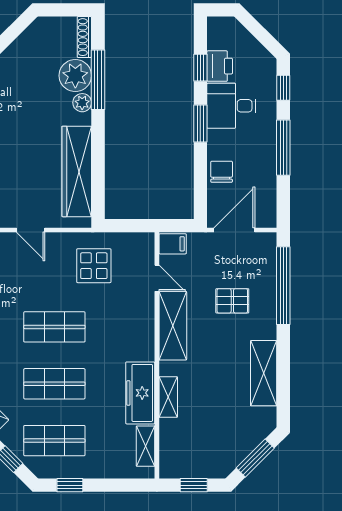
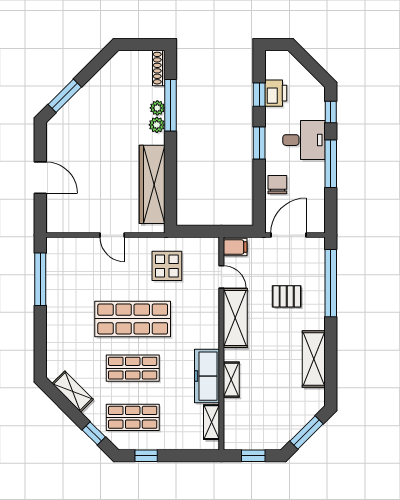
plant: (75, 76) -> (157, 108), width x0.53, depth x0.53
desk: (231, 106) -> (304, 140), moved, turned 180
shop shelf: (54, 327) -> (133, 319), width x1.43, depth x1.36

